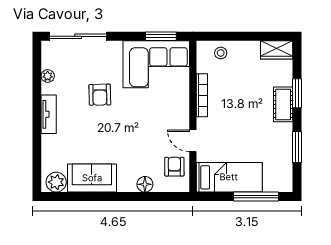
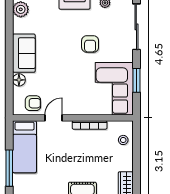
window: (161, 36) -> (136, 80), moved
armchair: (100, 95) -> (90, 44), turned -89
sofa: (92, 178) -> (24, 53), moved

